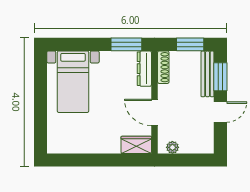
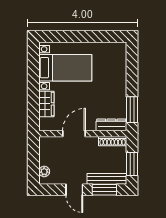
bed with nightstands: (73, 82) -> (65, 68), moved, turned 180
wardrobe: (136, 145) -> (46, 104), moved
plant: (172, 147) -> (44, 171), moved

